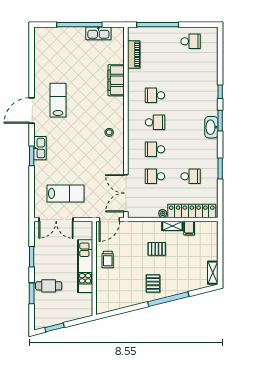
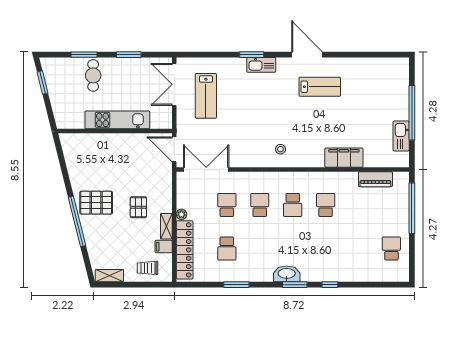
school desk: (191, 41) -> (391, 249), turned 180
trolley: (108, 260) -> (147, 268), moved
pallet: (153, 283) -> (96, 203), width x1.50, depth x1.42

